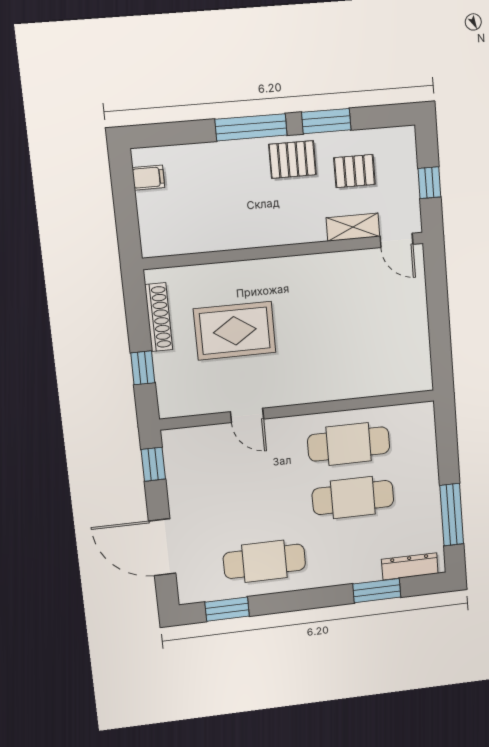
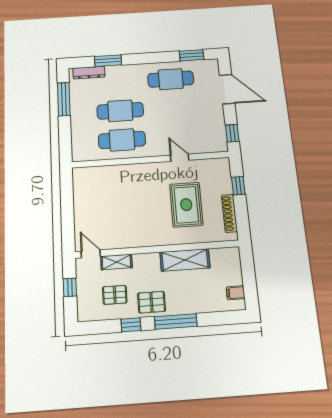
window: (326, 121) -> (131, 325), width x0.67
shelving: (236, 233) -> (185, 260), added
rug: (235, 331) -> (186, 205), turned 90

